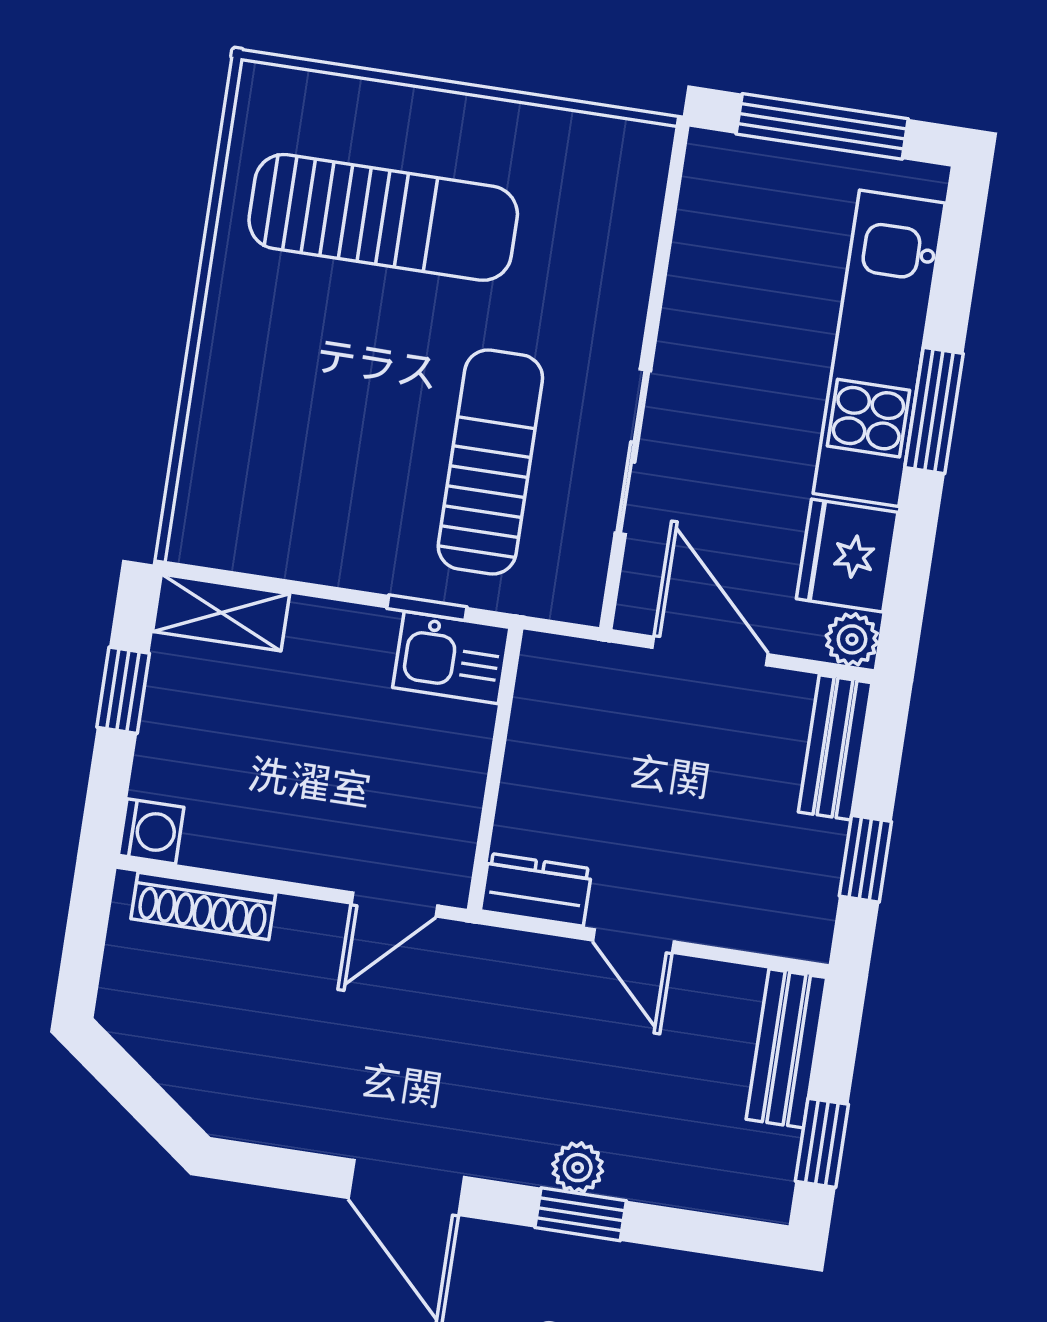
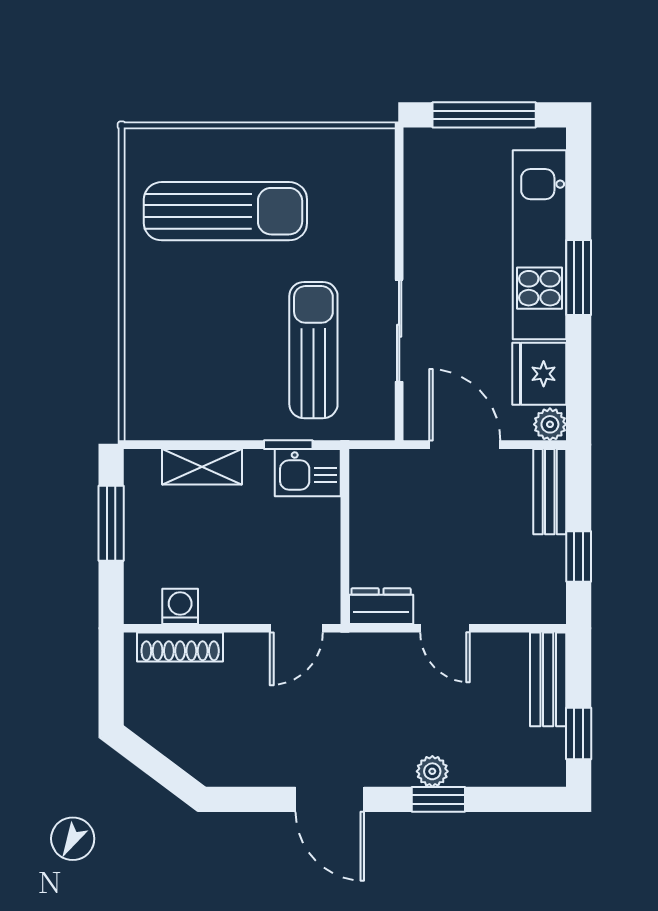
shelving: (221, 613) -> (202, 467), moved
window: (123, 690) -> (111, 523), width x1.50
washing machine: (151, 831) -> (180, 606), moved, turned -90

